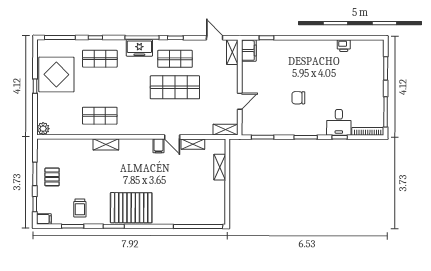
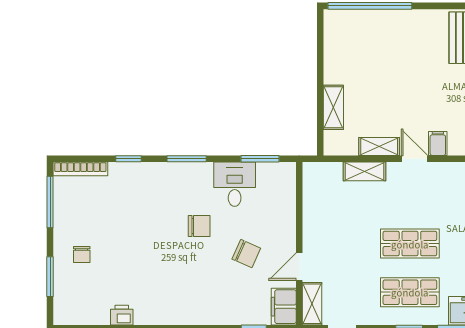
chair: (367, 81) -> (82, 254), added
chair: (271, 82) -> (246, 254), added
shop shelf: (175, 87) -> (410, 244), width x0.70, depth x0.74
door: (240, 101) -> (299, 267), moved
desk: (339, 122) -> (235, 184), moved
shelving: (225, 130) -> (365, 171), moved

